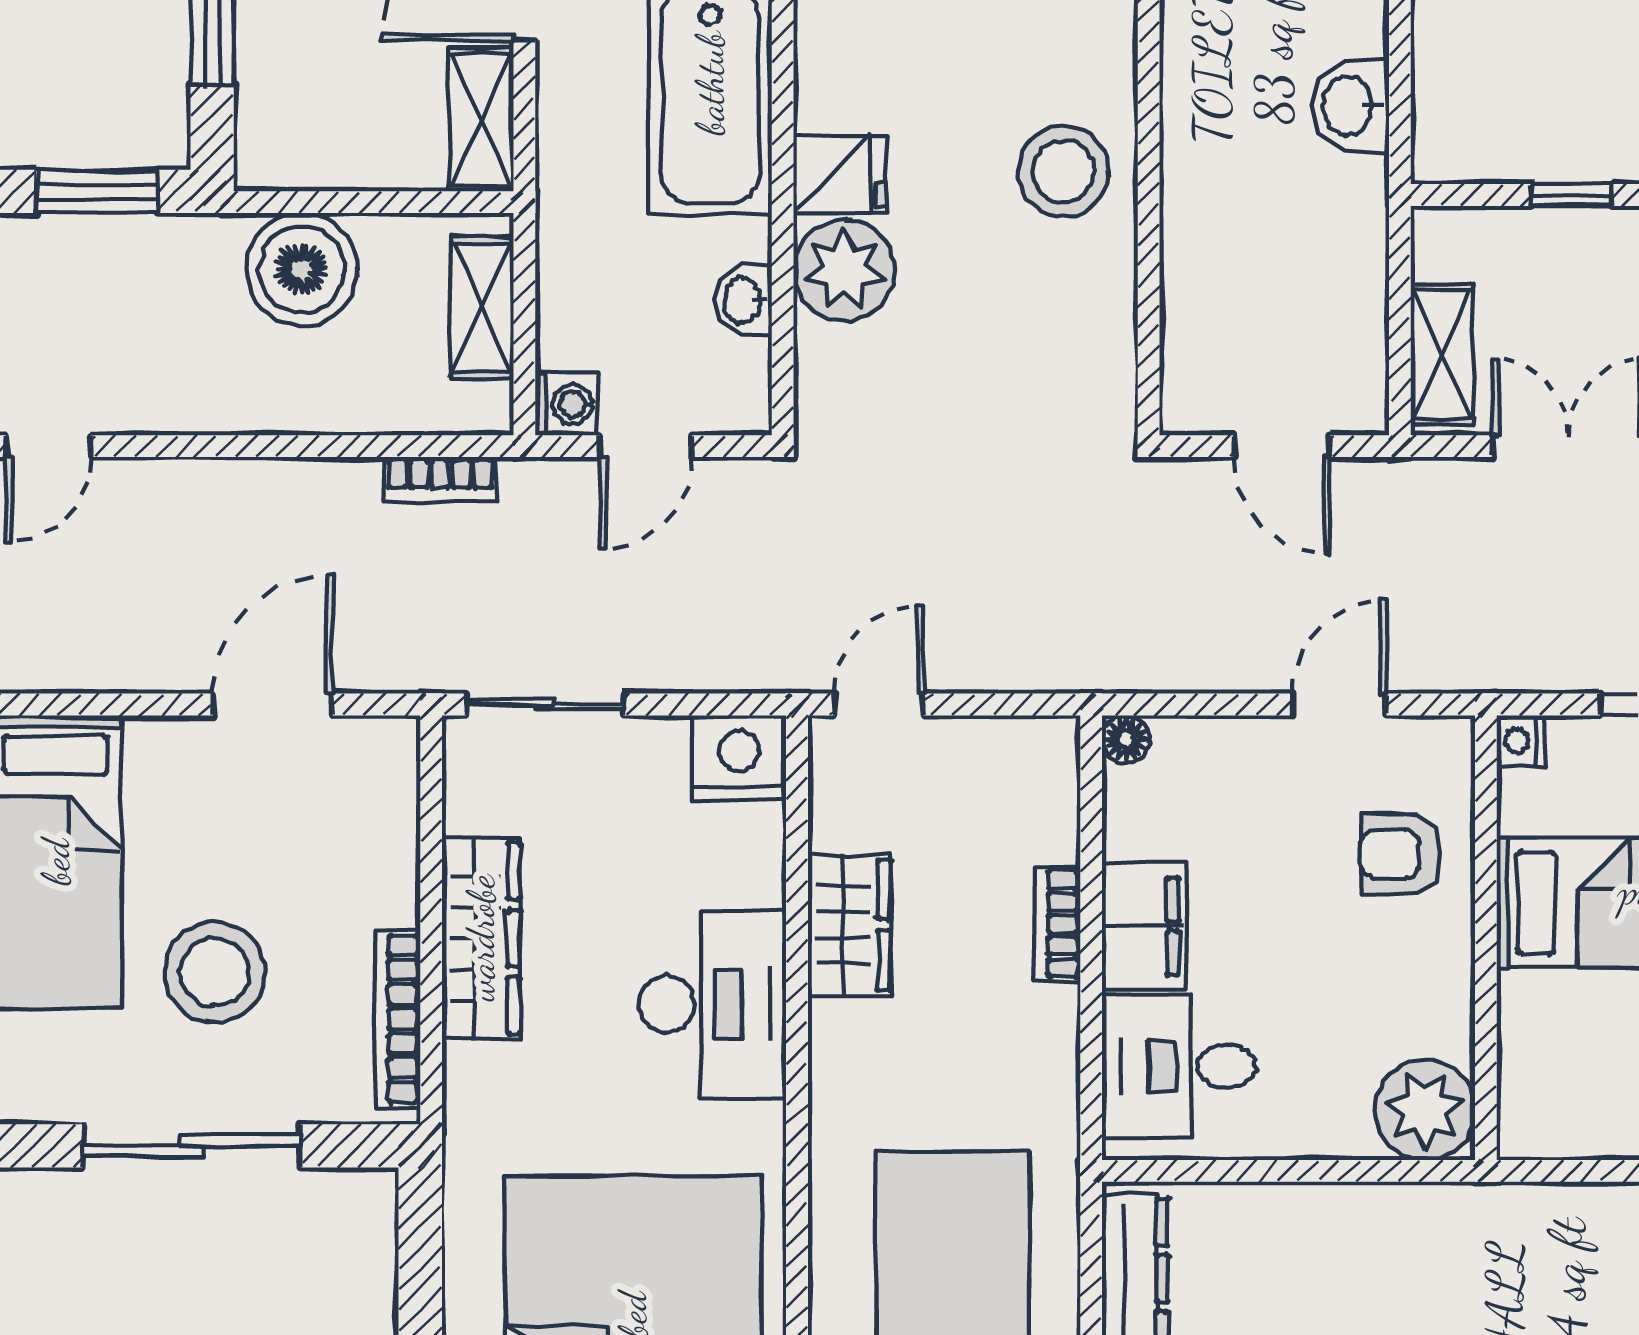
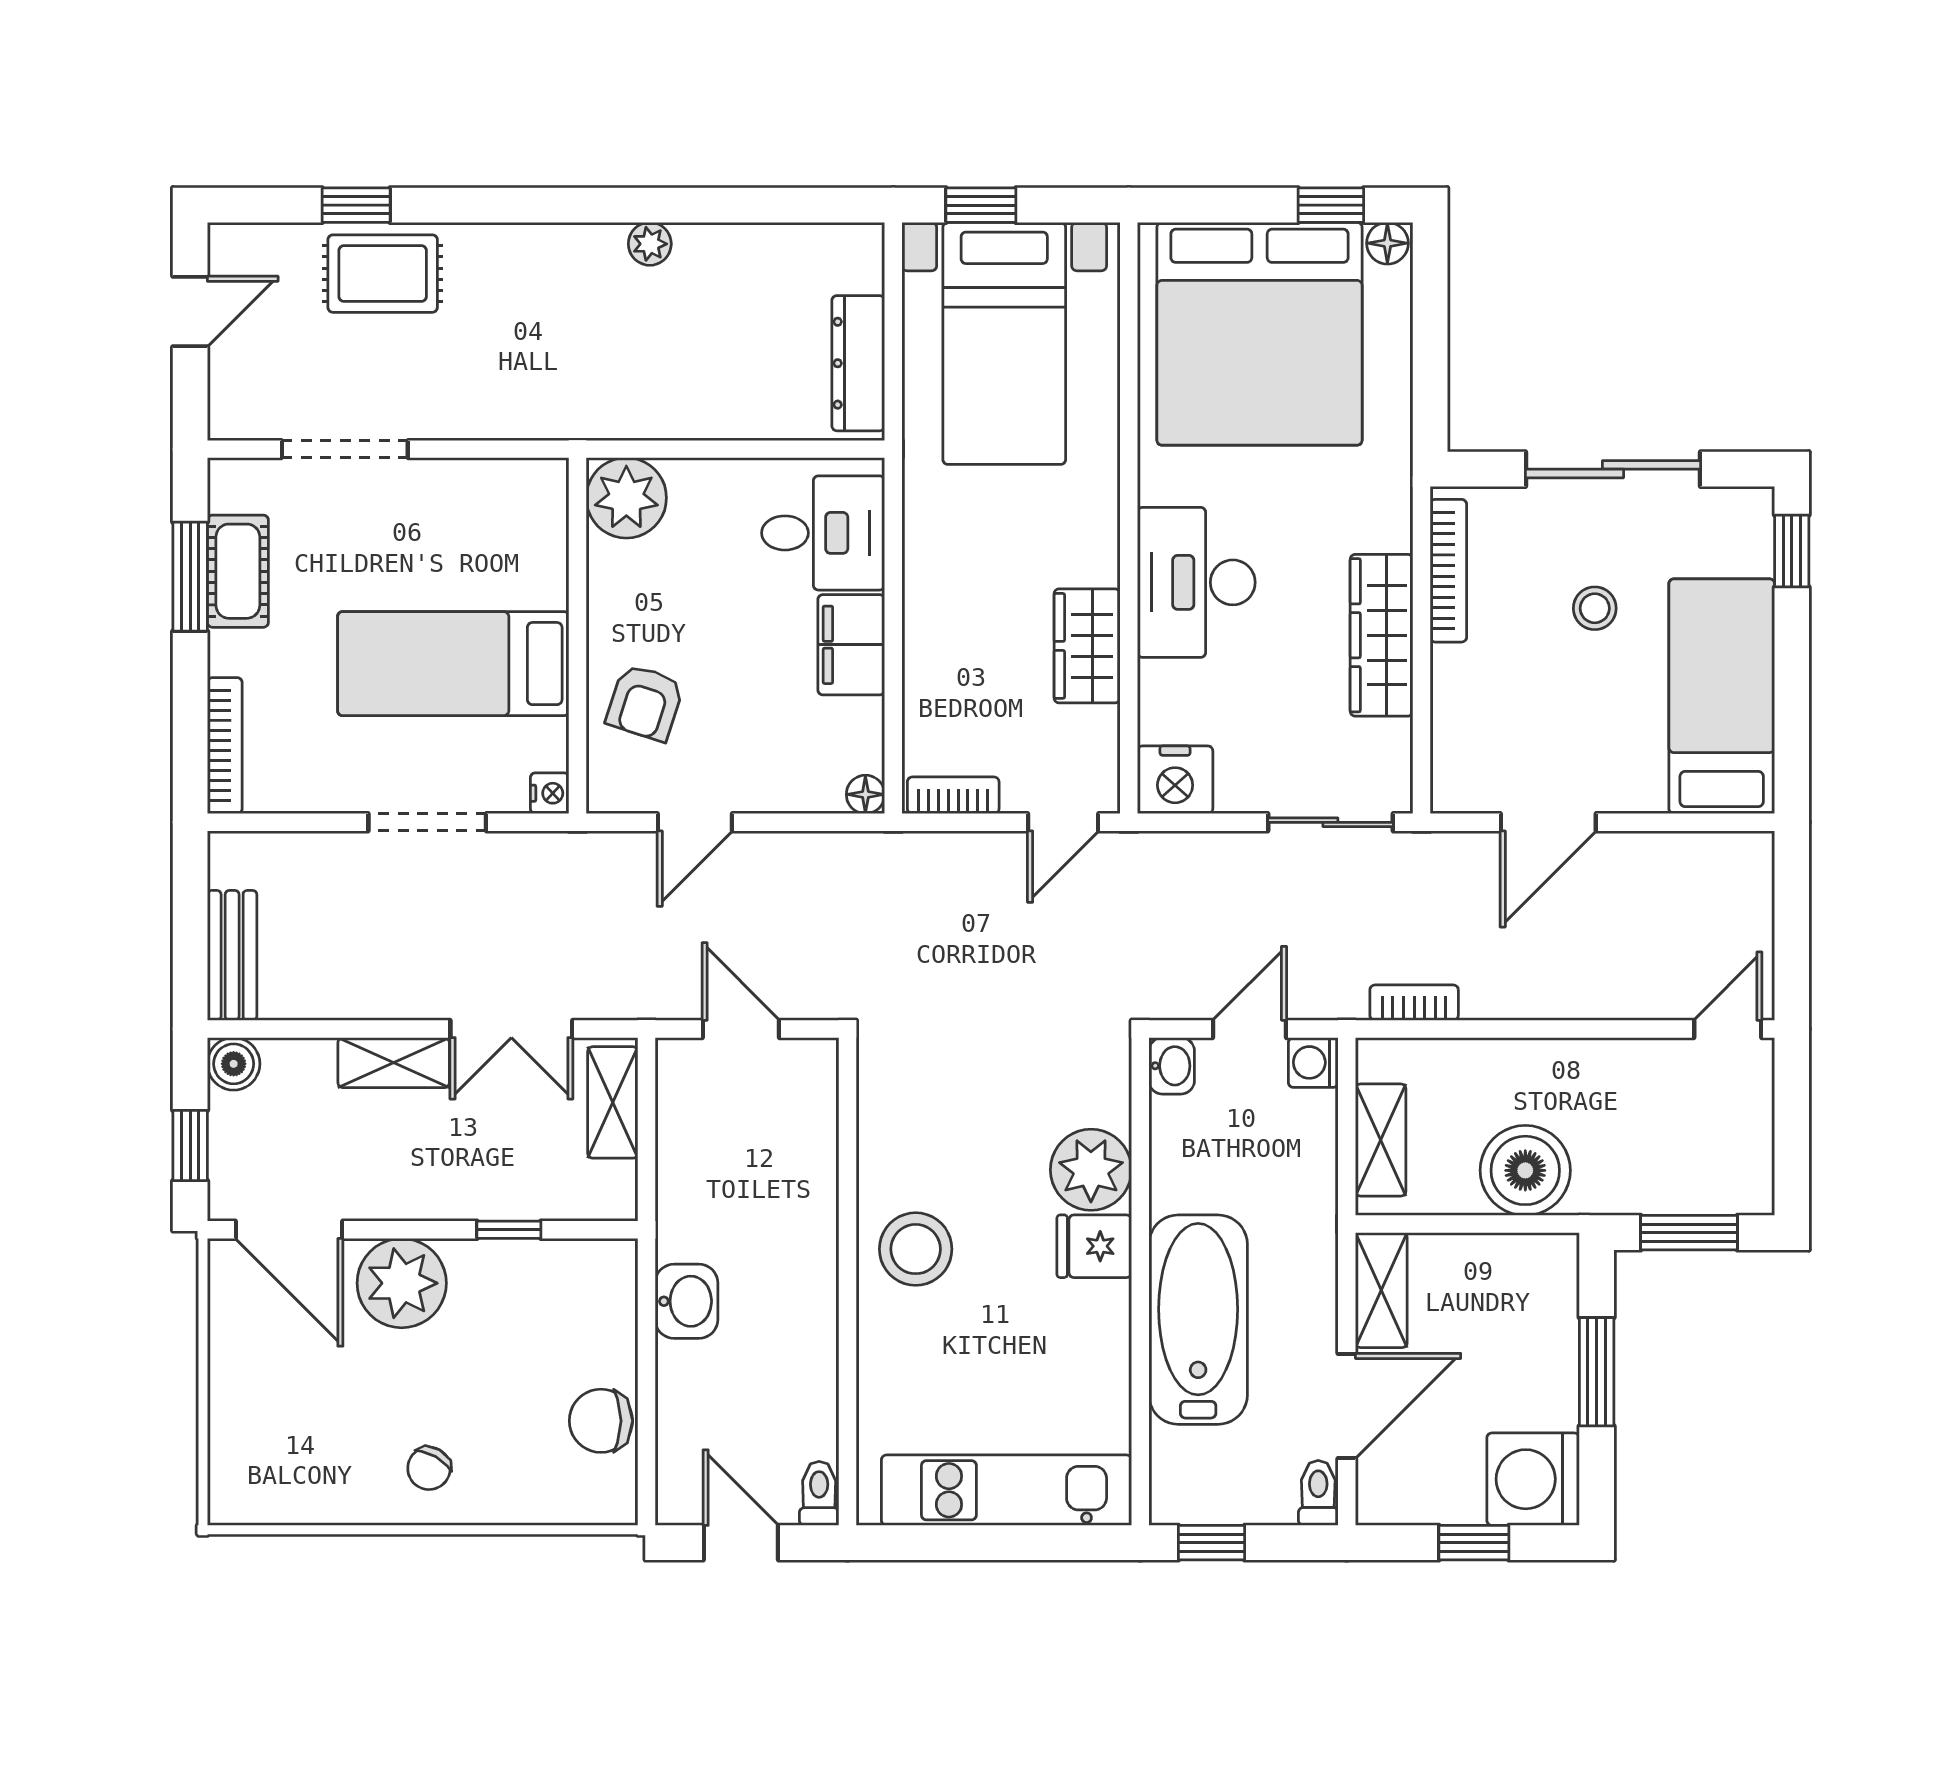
washbasin: (743, 300) -> (1172, 1066), moved
armchair: (1402, 854) -> (645, 703), turned 108
bookcase: (1058, 924) -> (953, 795), moved, turned -90
stool: (214, 972) -> (1595, 608), width x0.53, depth x0.53

